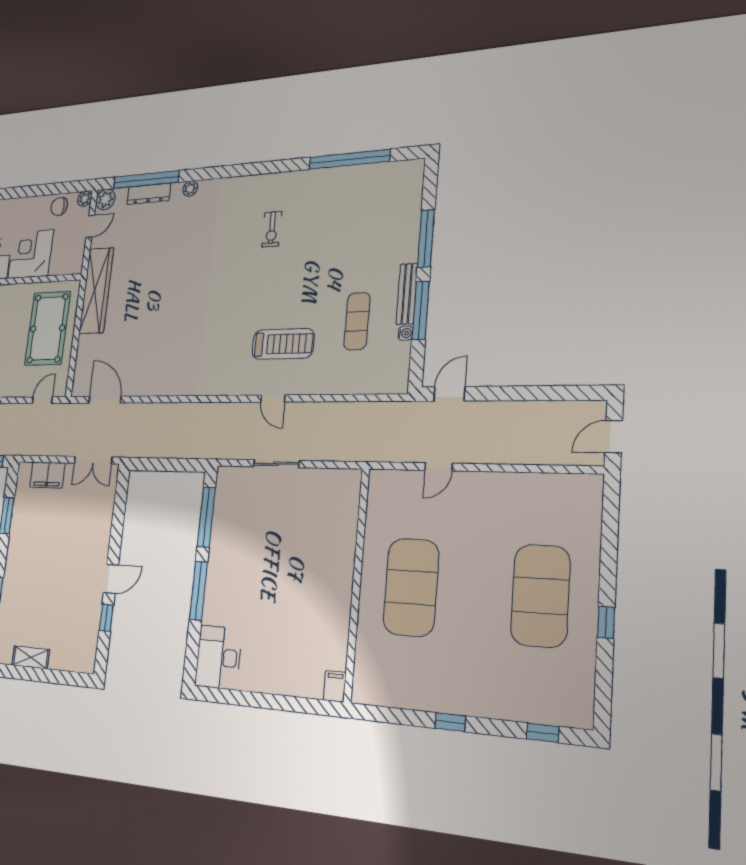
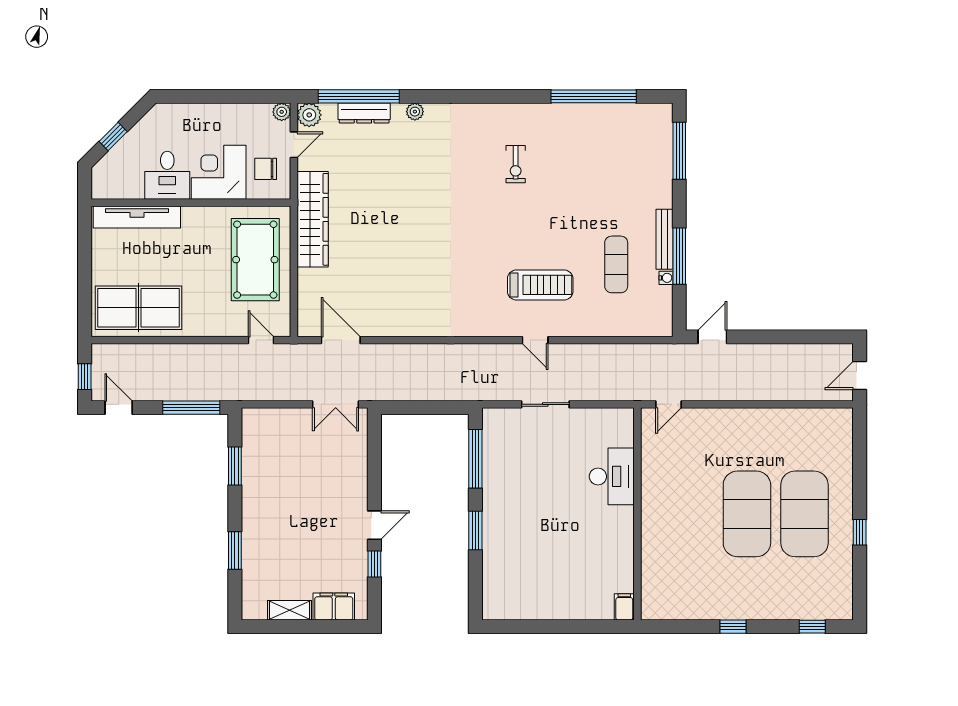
chair: (59, 206) -> (266, 169), moved
window: (426, 238) -> (679, 151), moved
door: (42, 400) -> (261, 340), hinge flipped
door: (439, 467) -> (669, 404), moved
filing cabinet: (47, 475) -> (334, 606), moved, turned 180
exercise mat: (411, 587) -> (747, 514), moved
window: (199, 591) -> (475, 531), width x0.69
desk: (218, 657) -> (612, 476), moved, turned 180

